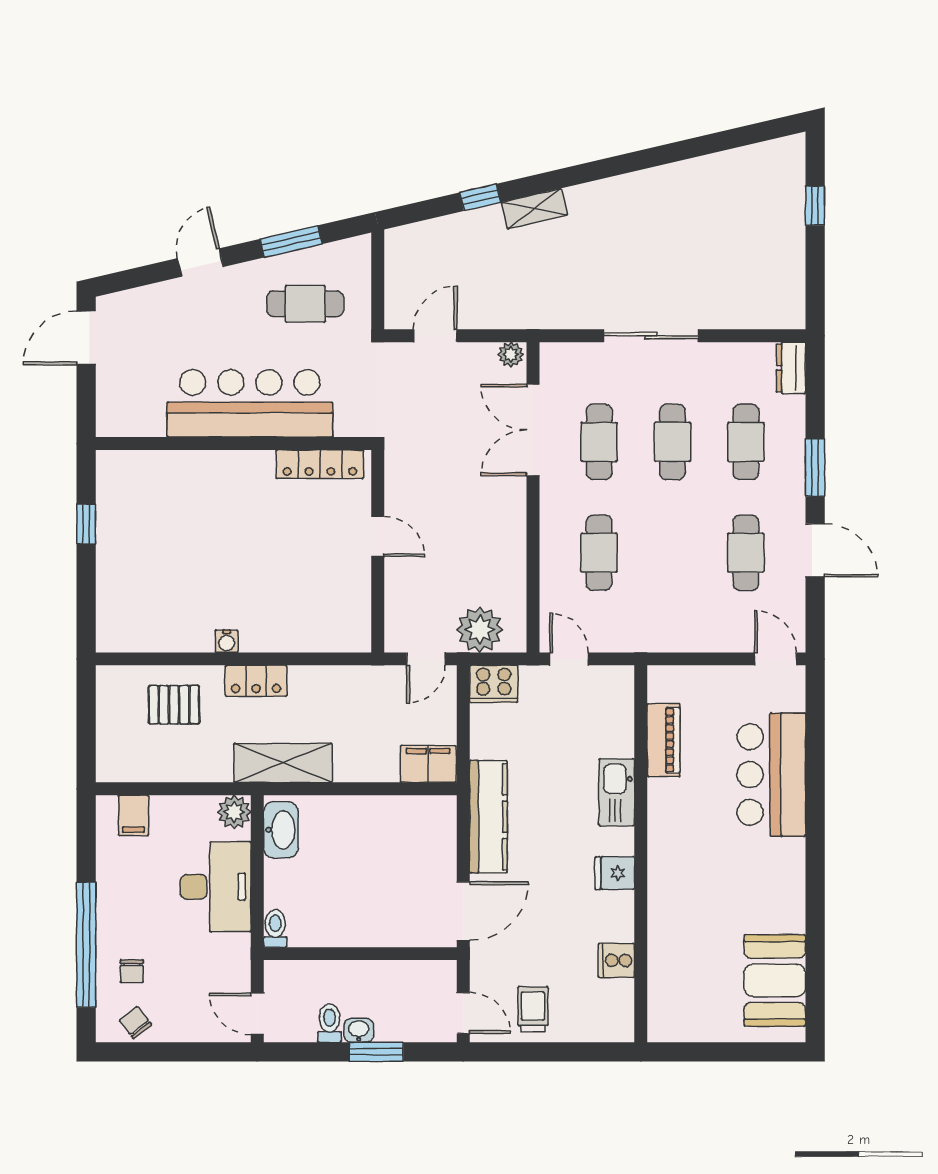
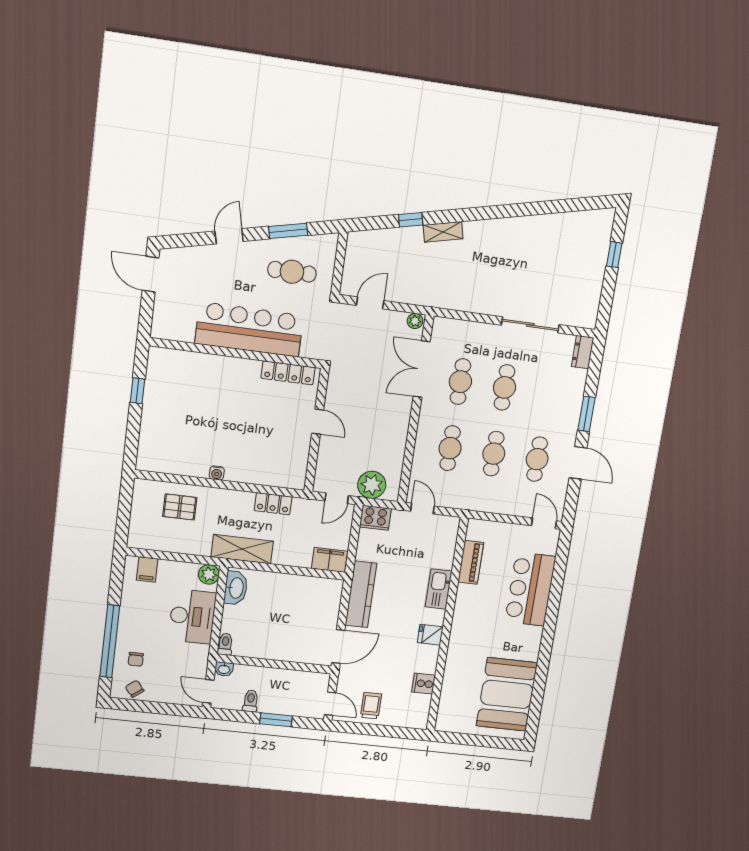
sliding door: (651, 336) -> (530, 325), moved
door: (86, 338) -> (150, 274), hinge flipped
cafe table: (746, 442) -> (494, 454), moved
locker: (256, 681) -> (273, 504), moved
booth: (775, 980) -> (507, 694), width x1.36, depth x1.42
washbasin: (359, 1030) -> (224, 669), moved, turned 180

